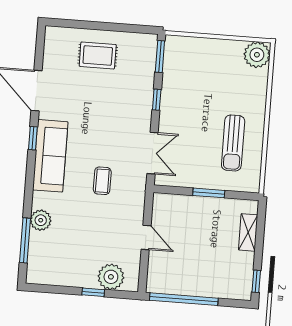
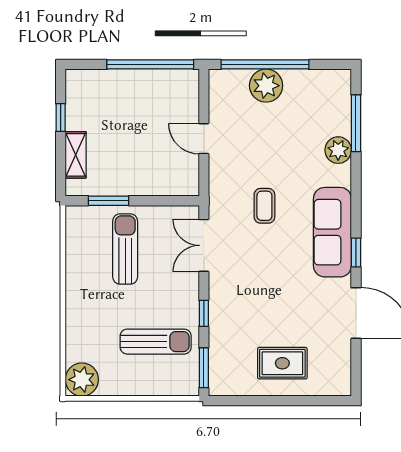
sun lounger: (196, 80) -> (156, 342), added
sun lounger: (233, 143) -> (125, 249), moved
window: (209, 193) -> (109, 201), moved
plant: (111, 277) -> (266, 86), moved
window: (256, 281) -> (61, 118), moved
window: (93, 292) -> (265, 64), width x3.17

